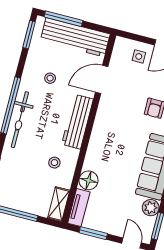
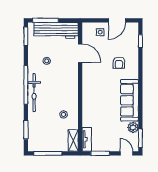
door: (102, 79) -> (80, 53), swing flipped
workbench: (77, 122) -> (72, 84), removed
floor lamp: (89, 180) -> (88, 120), removed

